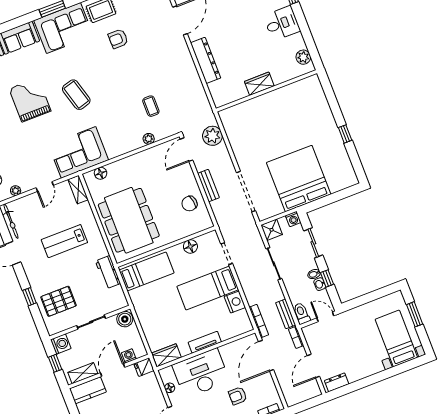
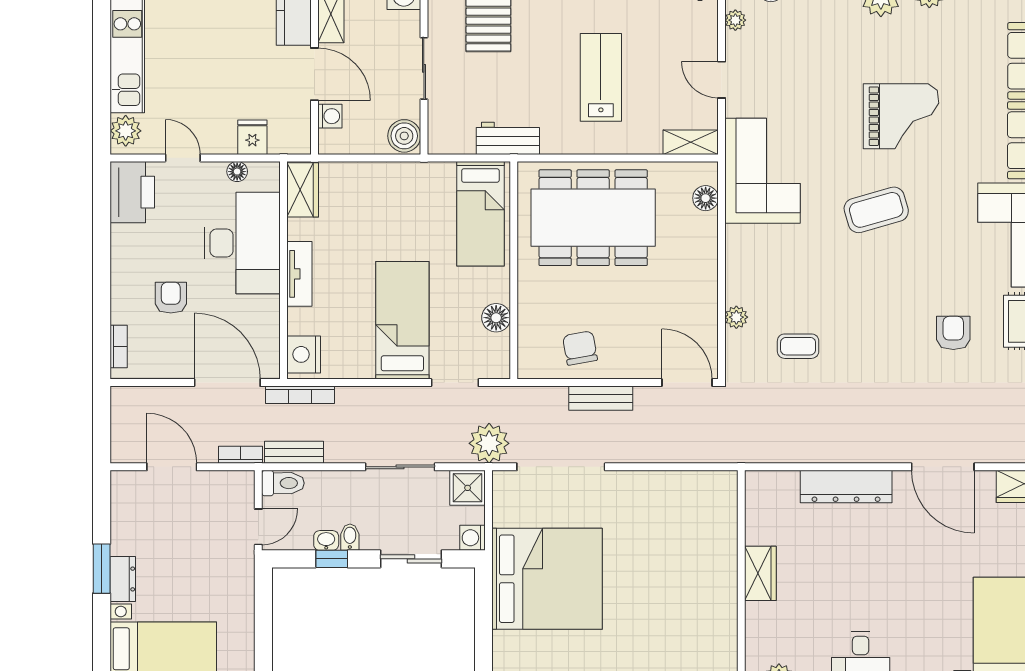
plant: (212, 136) -> (489, 443), moved
nightstand: (235, 302) -> (304, 354), moved, turned 90
fridge: (144, 367) -> (252, 137), moved
window: (371, 380) -> (102, 569), added
dresser: (337, 382) -> (123, 579), moved

